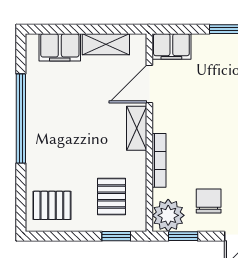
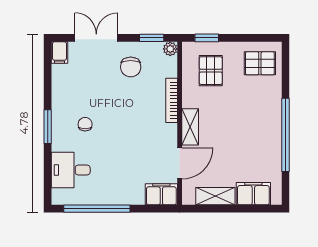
plant: (168, 215) -> (170, 49), width x0.53, depth x0.53

